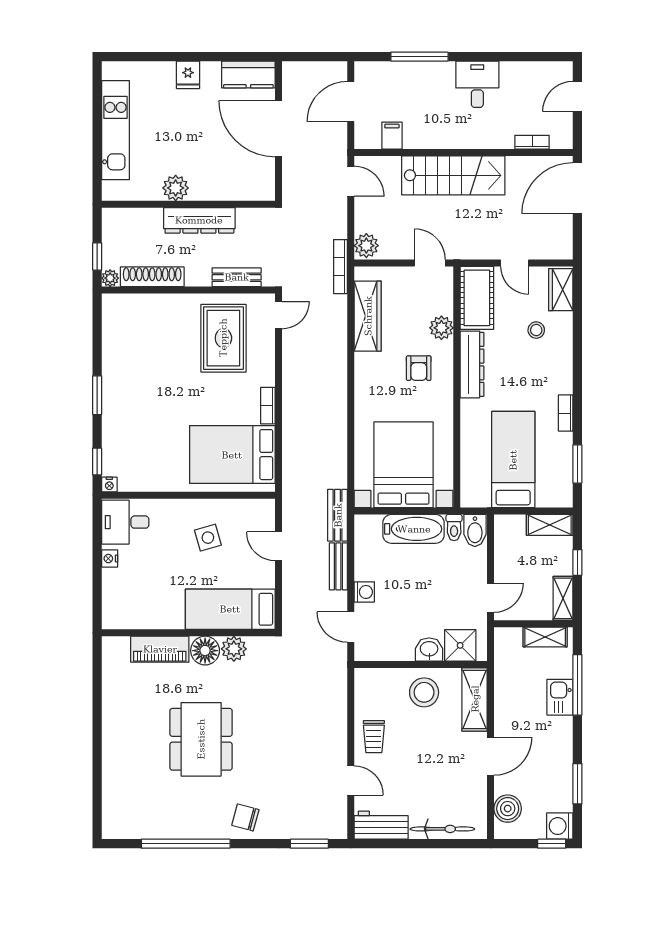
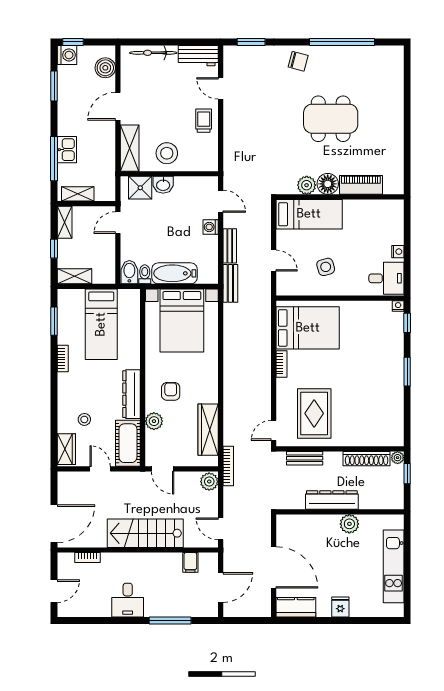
dining table: (201, 739) -> (331, 119), turned 90

